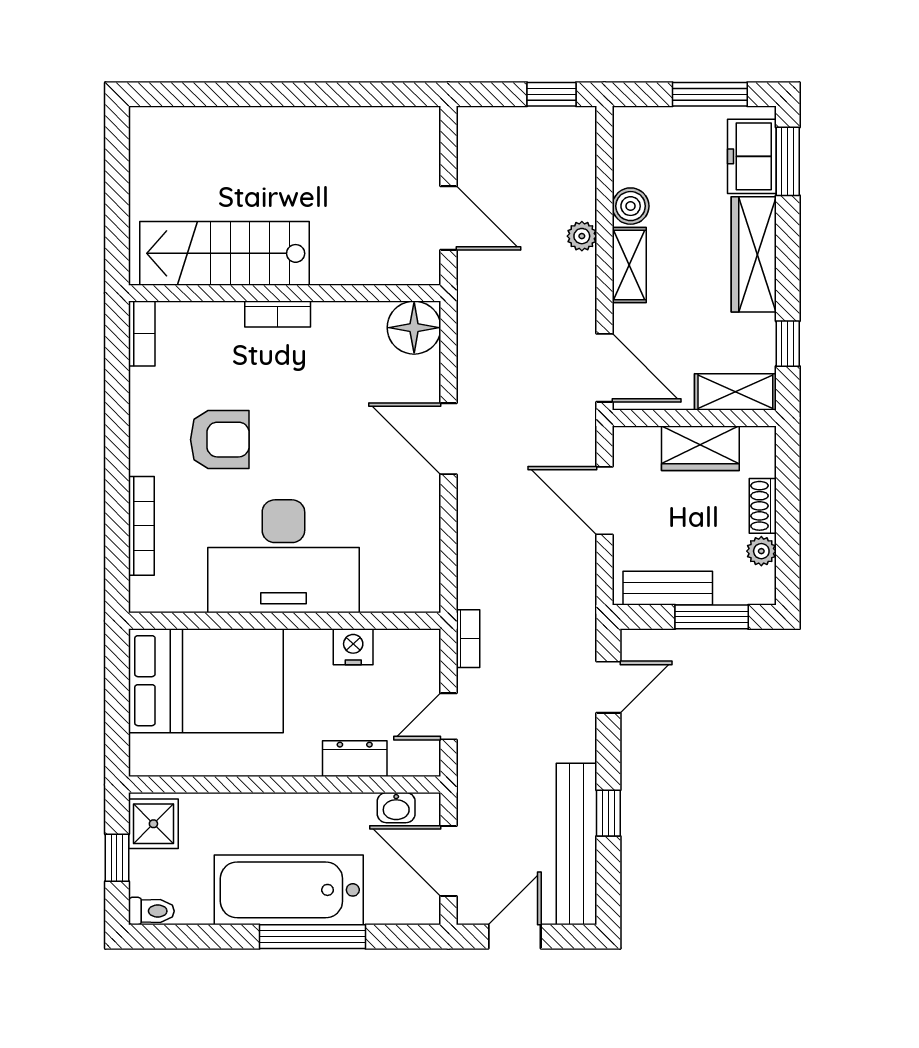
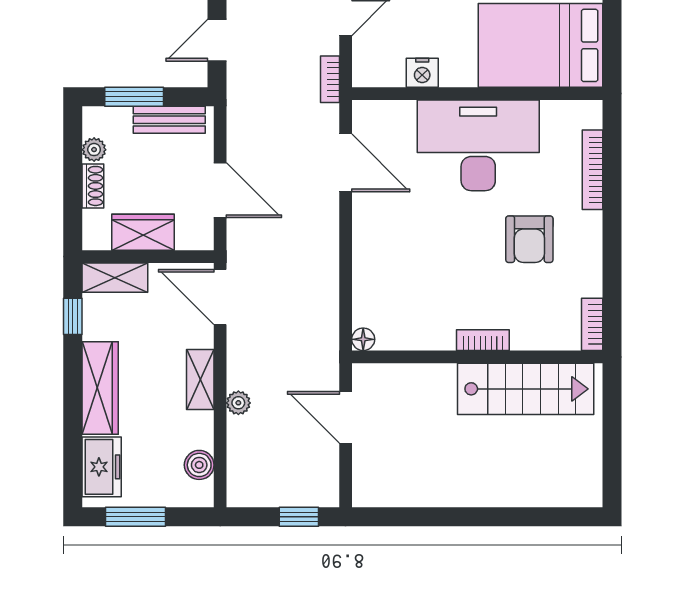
window: (551, 94) -> (299, 517), moved
window: (788, 161) -> (73, 463), removed
boiler: (631, 206) -> (199, 465), moved
floor lamp: (414, 328) -> (363, 339), width x0.53, depth x0.53
door: (448, 439) -> (346, 163), moved
armchair: (220, 440) -> (529, 239), turned -90

